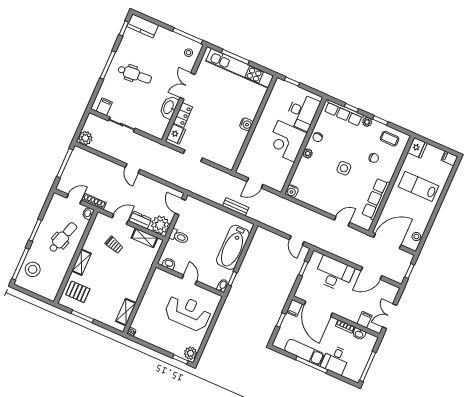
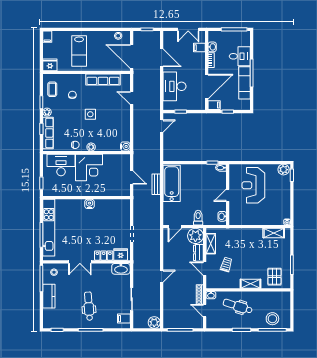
kitchen counter: (143, 26) -> (49, 296), moved
washbasin: (169, 107) -> (121, 269), moved
bathtub: (233, 247) -> (172, 183), moved, turned -90

